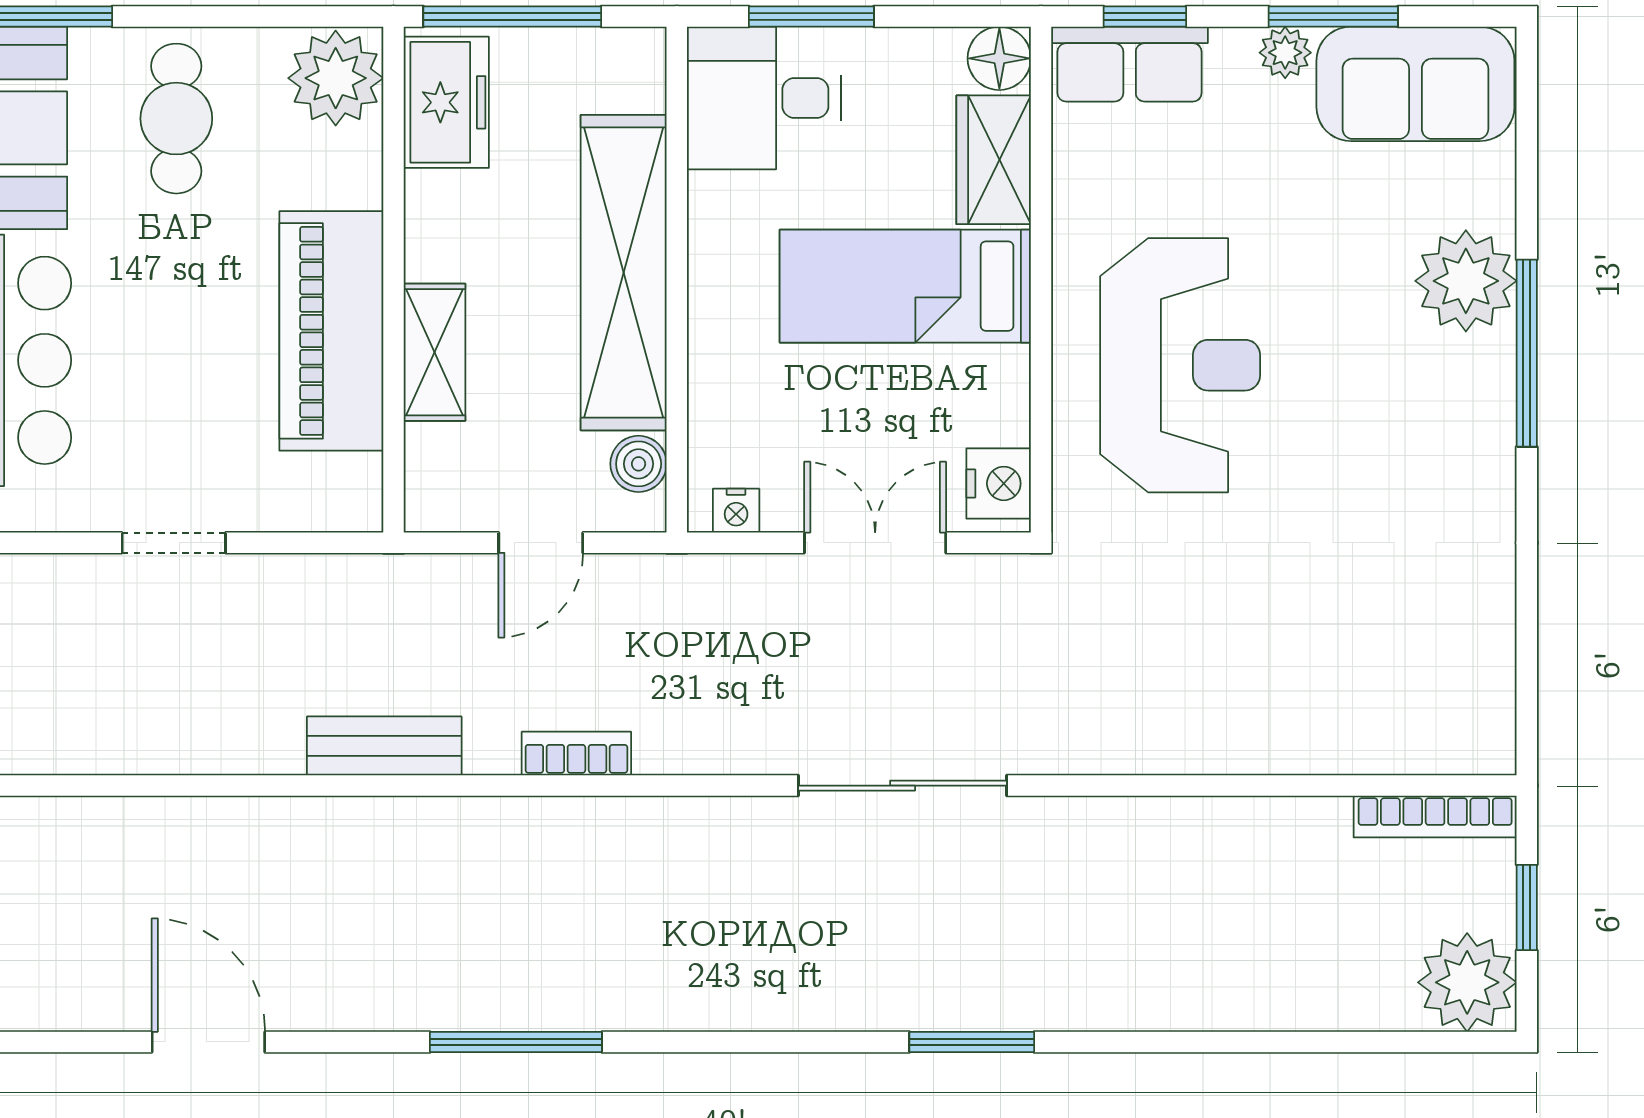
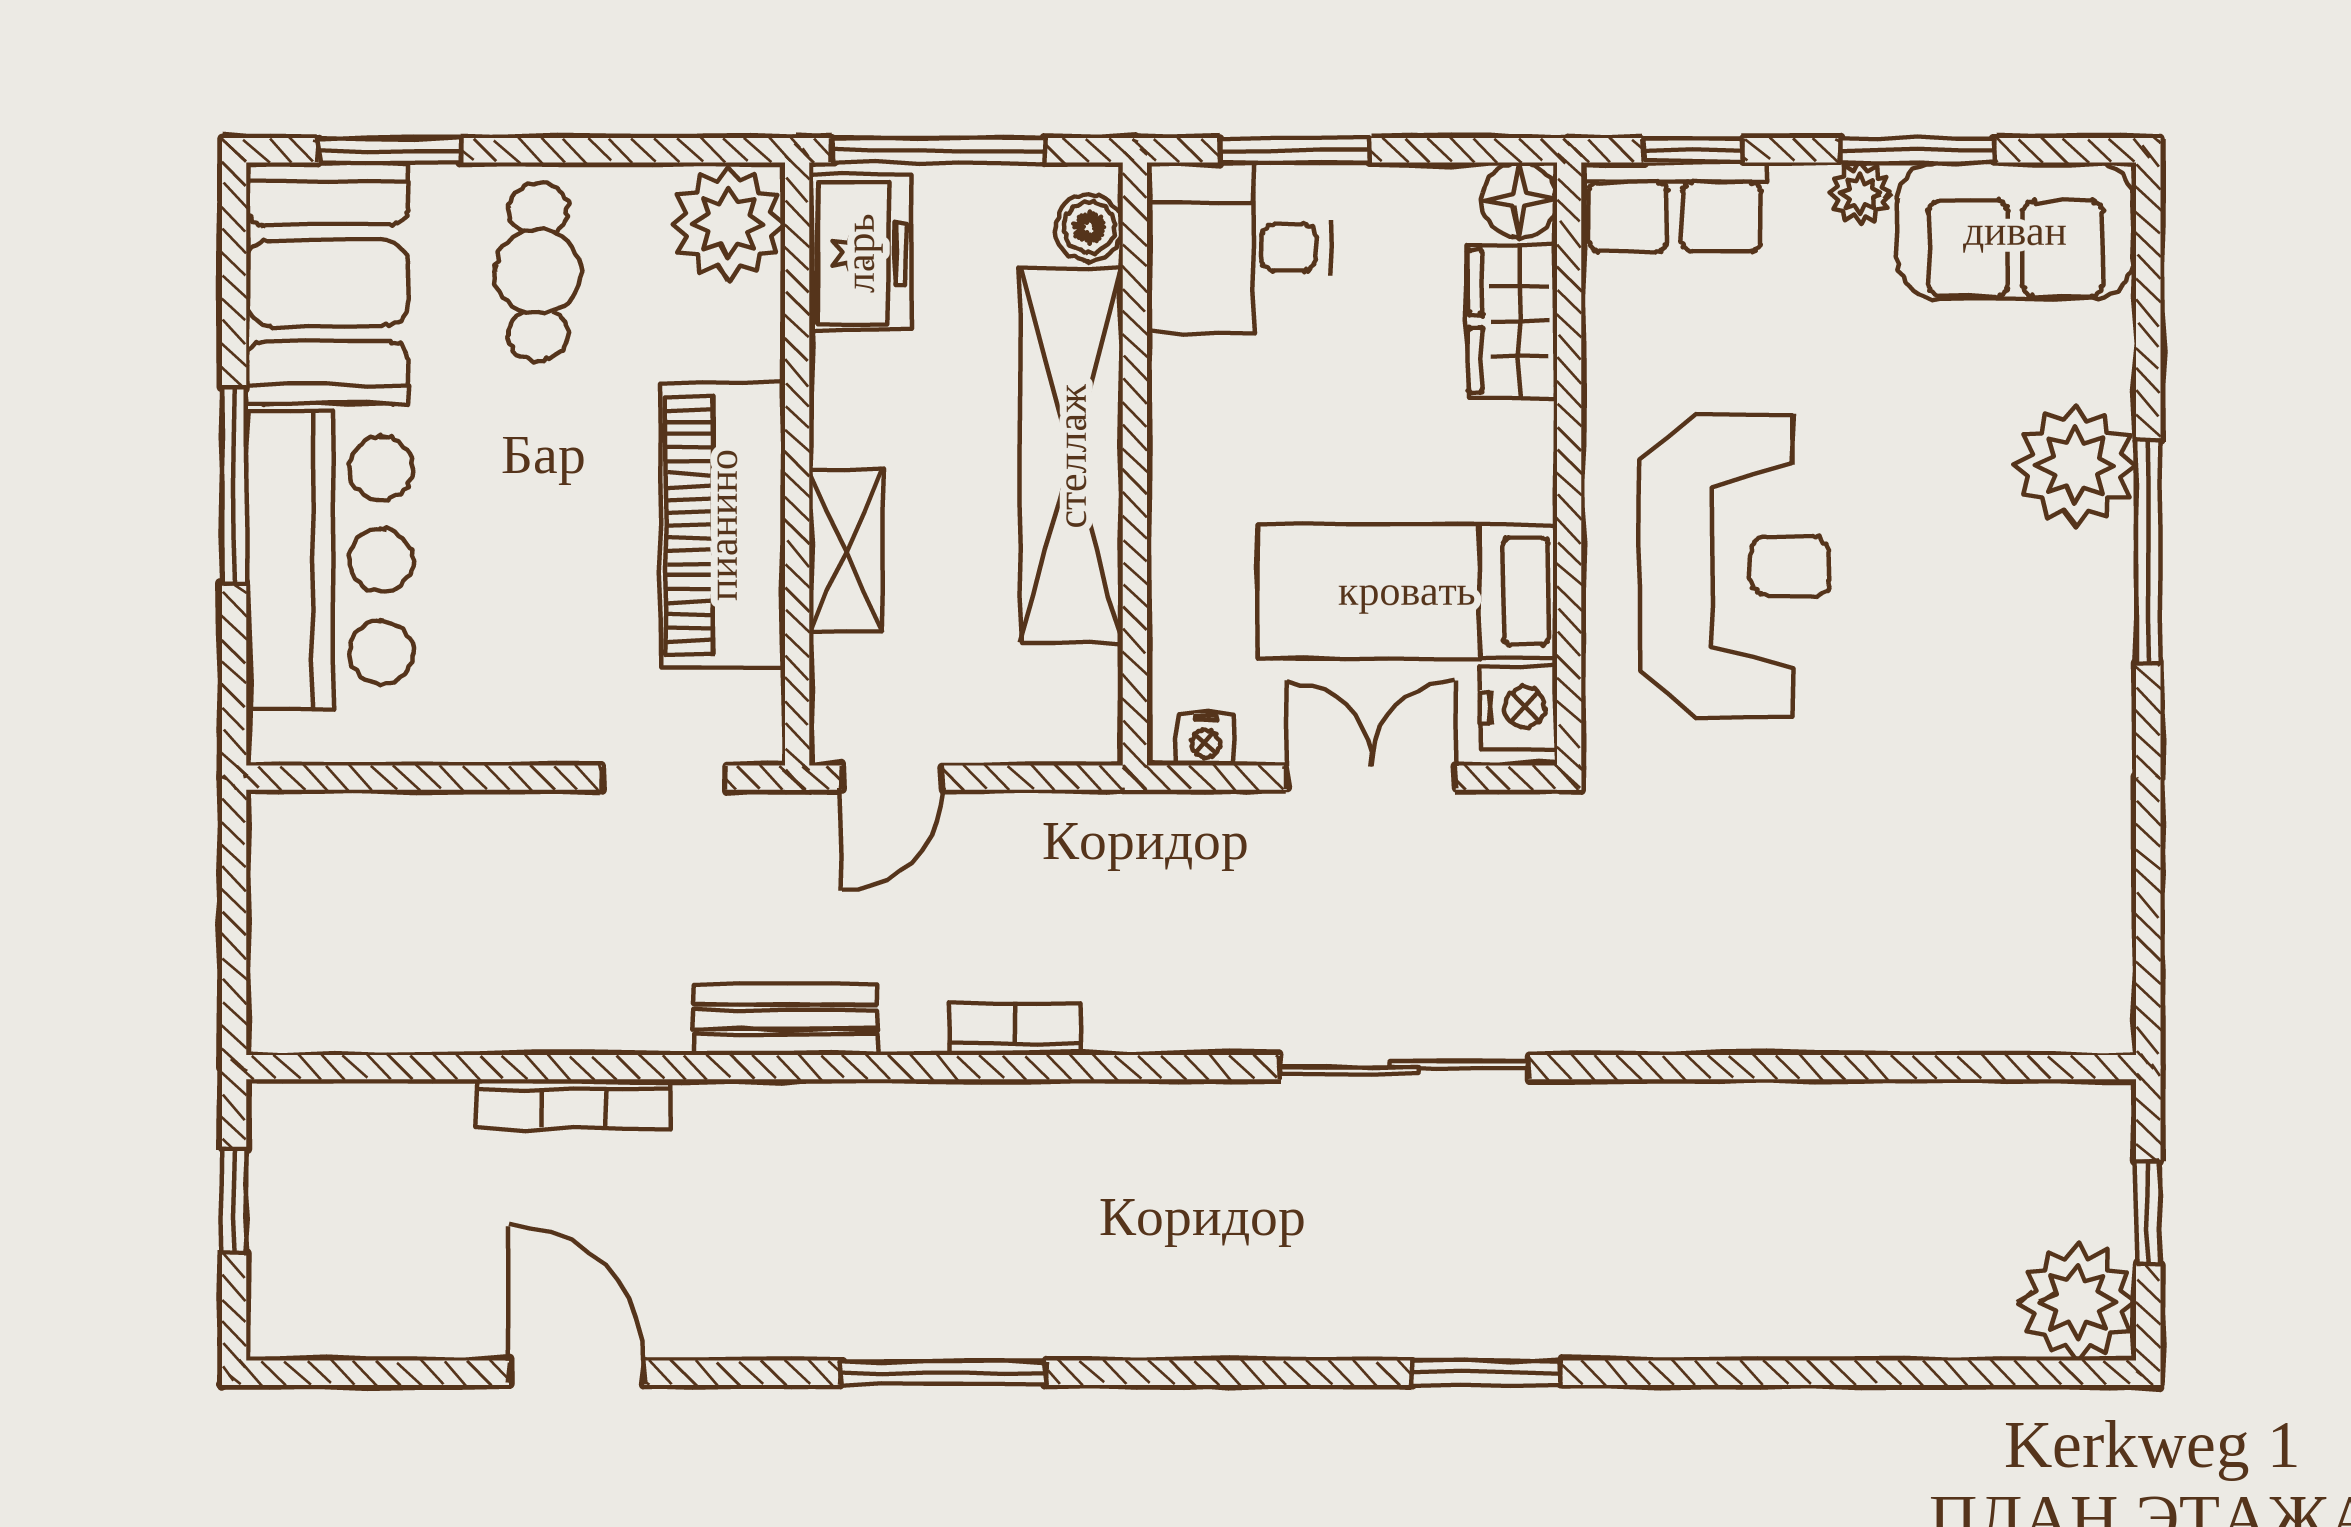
bed: (905, 286) -> (1407, 591), moved
boiler: (639, 464) -> (1089, 227), moved
doorway: (174, 543) -> (664, 778), moved
door: (541, 543) -> (892, 778), moved
bookcase: (1435, 817) -> (574, 1104), moved

